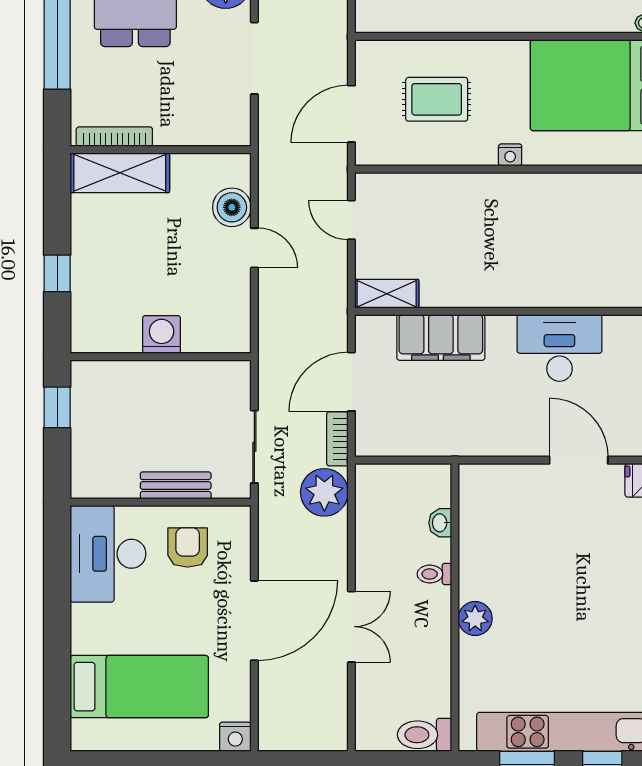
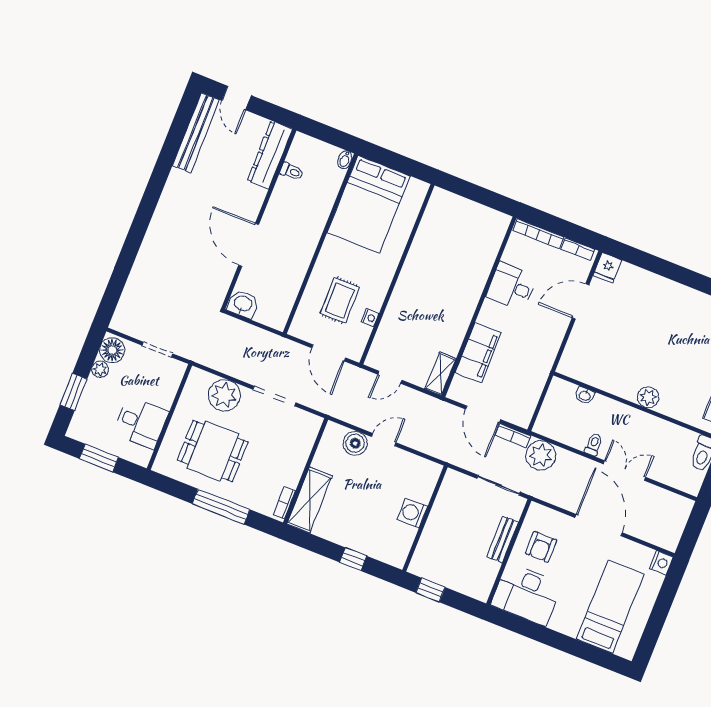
bookcase: (114, 137) -> (284, 503), width x0.64
nightstand: (510, 155) -> (370, 318), moved
desk: (559, 348) -> (511, 287), width x0.73
armchair: (188, 547) -> (541, 547), turned -90
toilet: (434, 574) -> (593, 445), moved, turned 180

